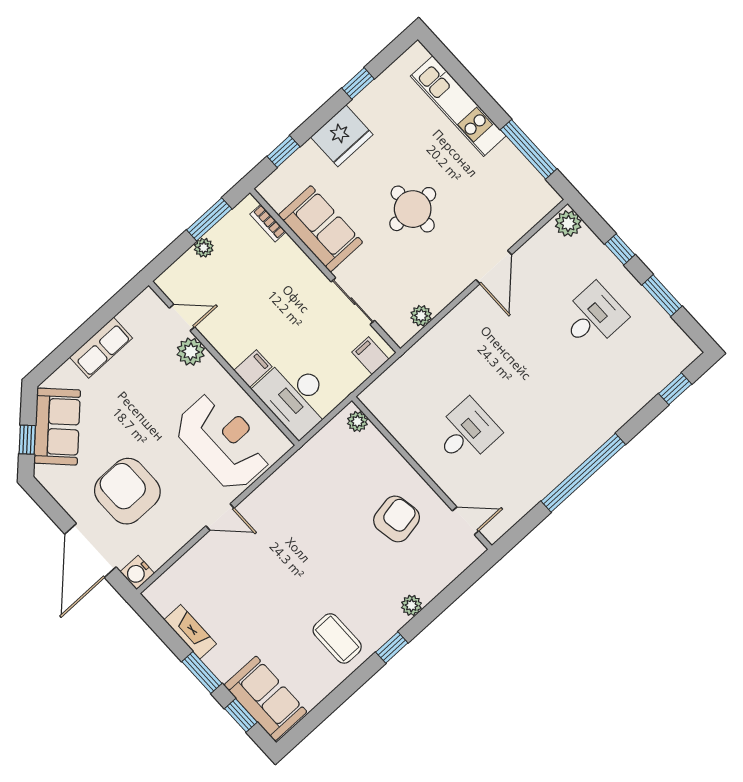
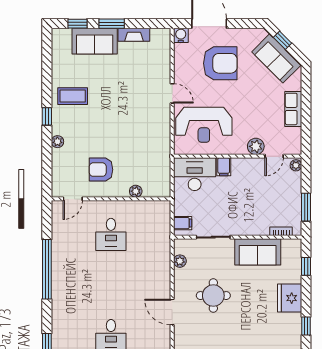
round table: (413, 209) -> (213, 296), moved
plant: (204, 248) -> (296, 165), moved
plant: (357, 421) -> (136, 191), moved
door: (220, 517) -> (172, 93), swing flipped
armchair: (397, 519) -> (101, 170), turned 100
sofa: (265, 698) -> (95, 41), moved

